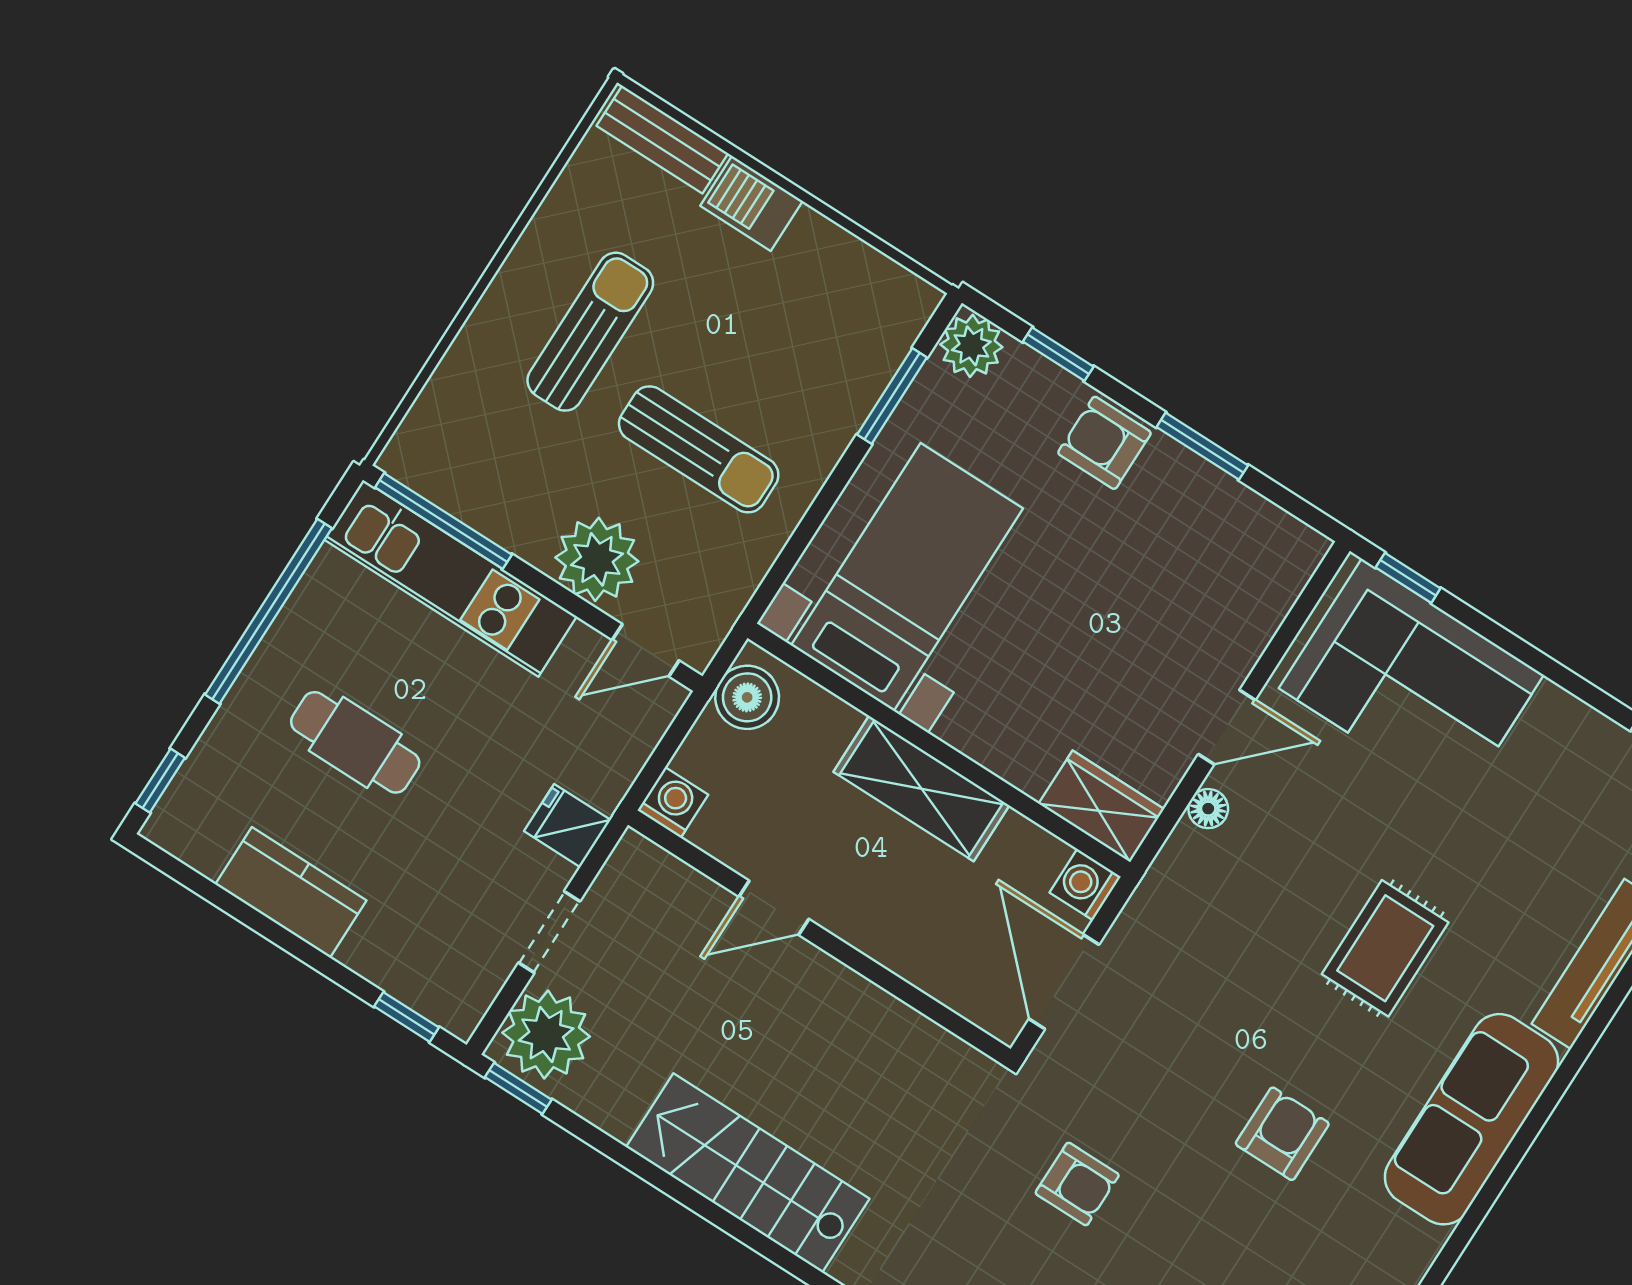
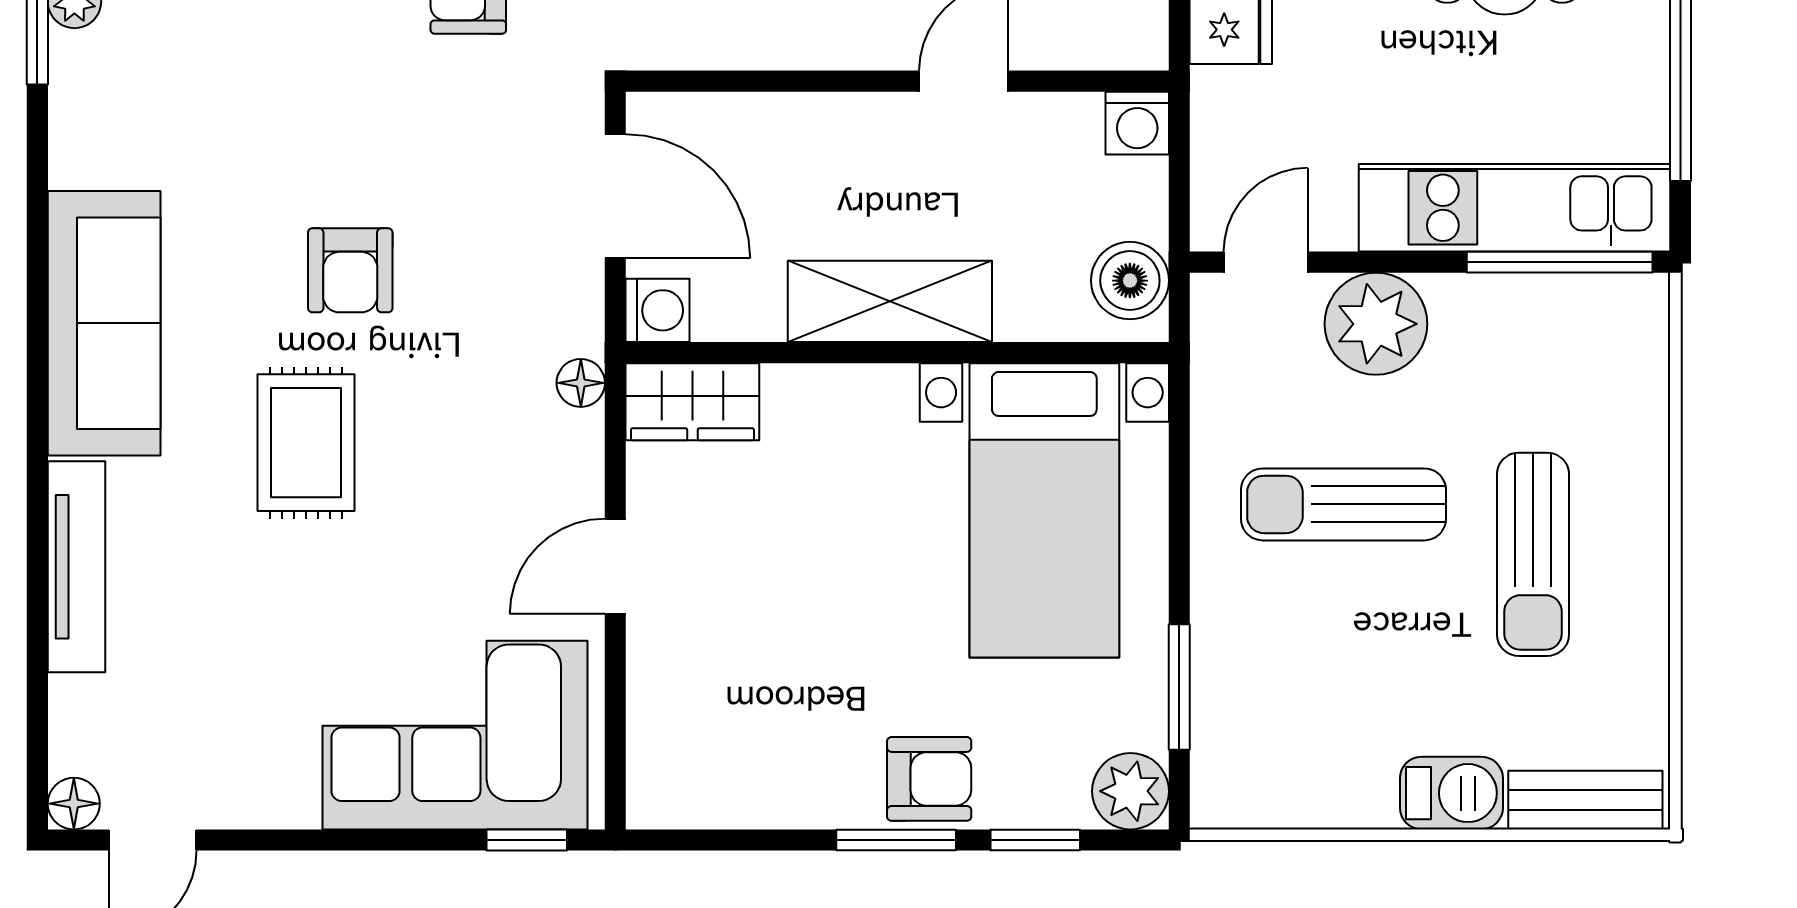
window: (1202, 446) -> (896, 840), moved
floor lamp: (1208, 809) -> (581, 383), moved
armchair: (1282, 1134) -> (350, 270), moved

